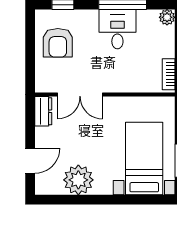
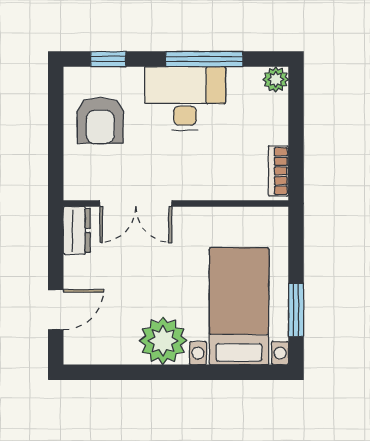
desk: (117, 29) -> (185, 98), width x1.37
plant: (78, 180) -> (163, 341), moved

